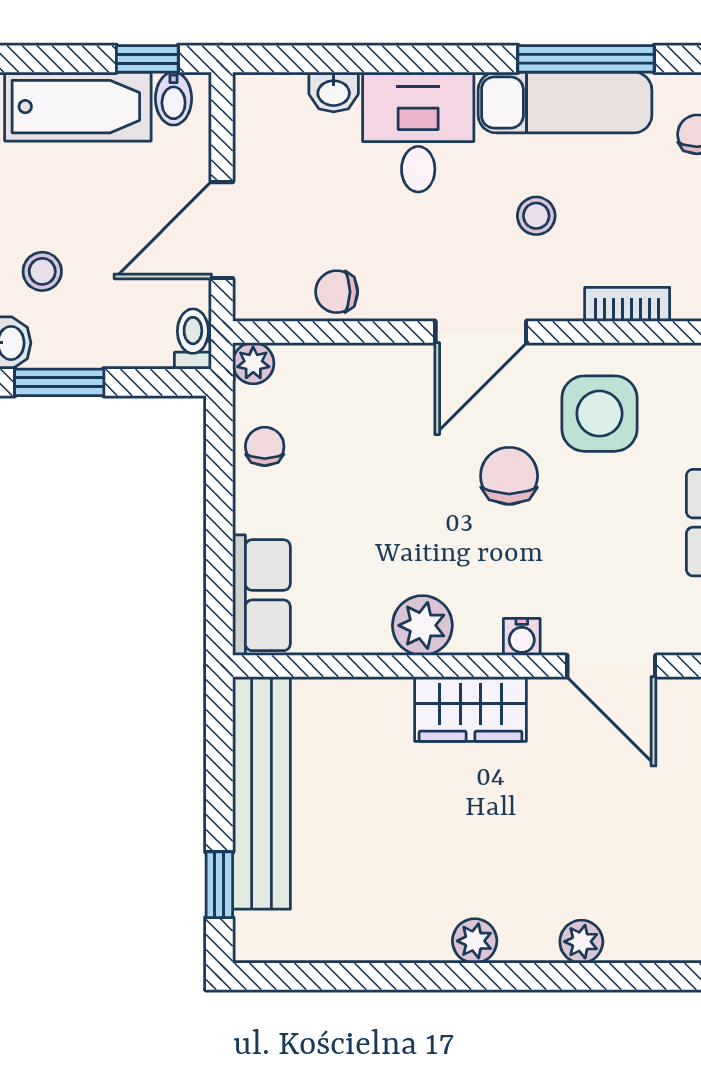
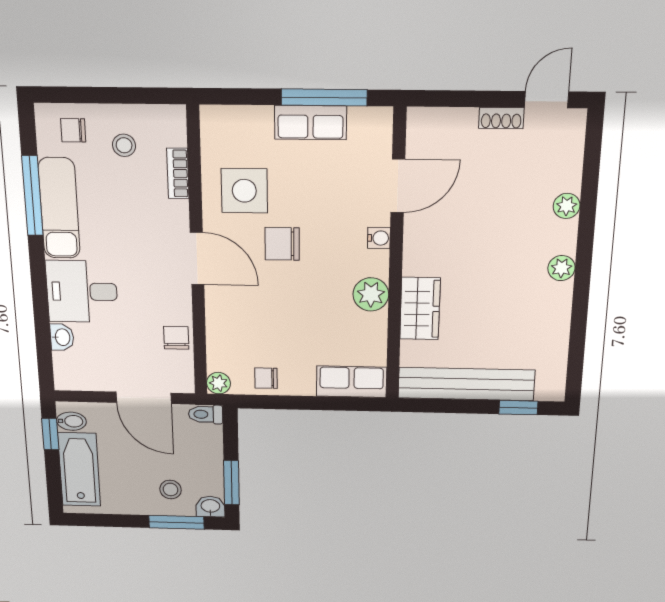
stool: (536, 216) -> (124, 145), moved
chair: (337, 292) -> (176, 338), turned 180
wardrobe: (470, 709) -> (420, 309), moved

